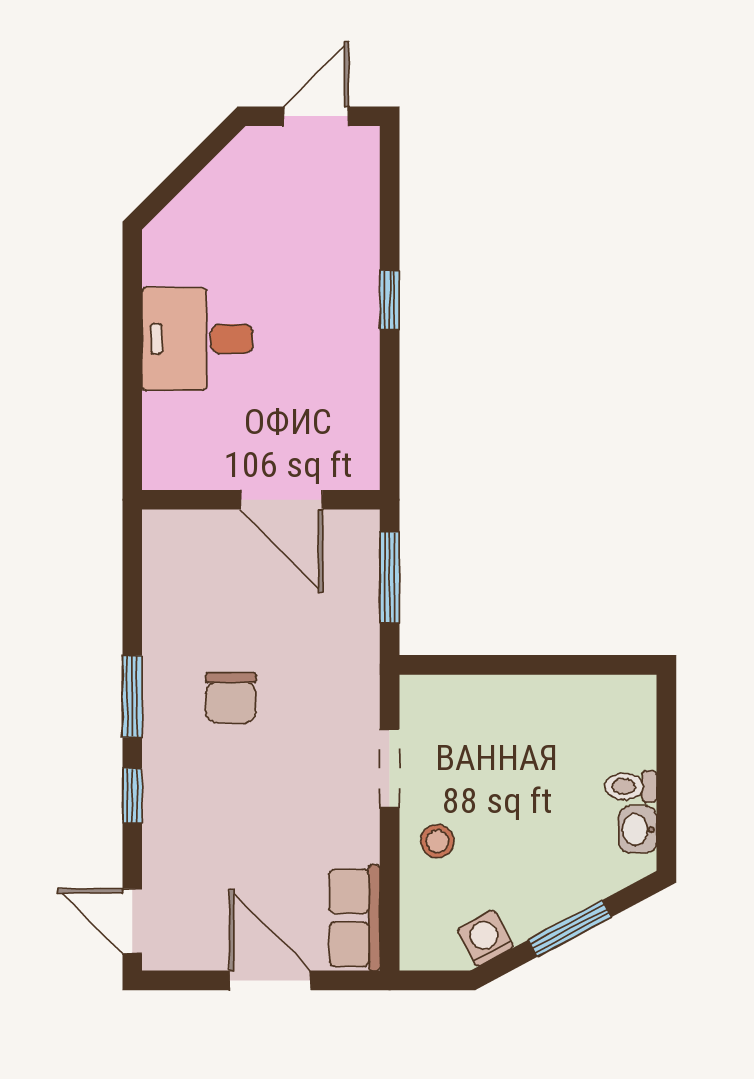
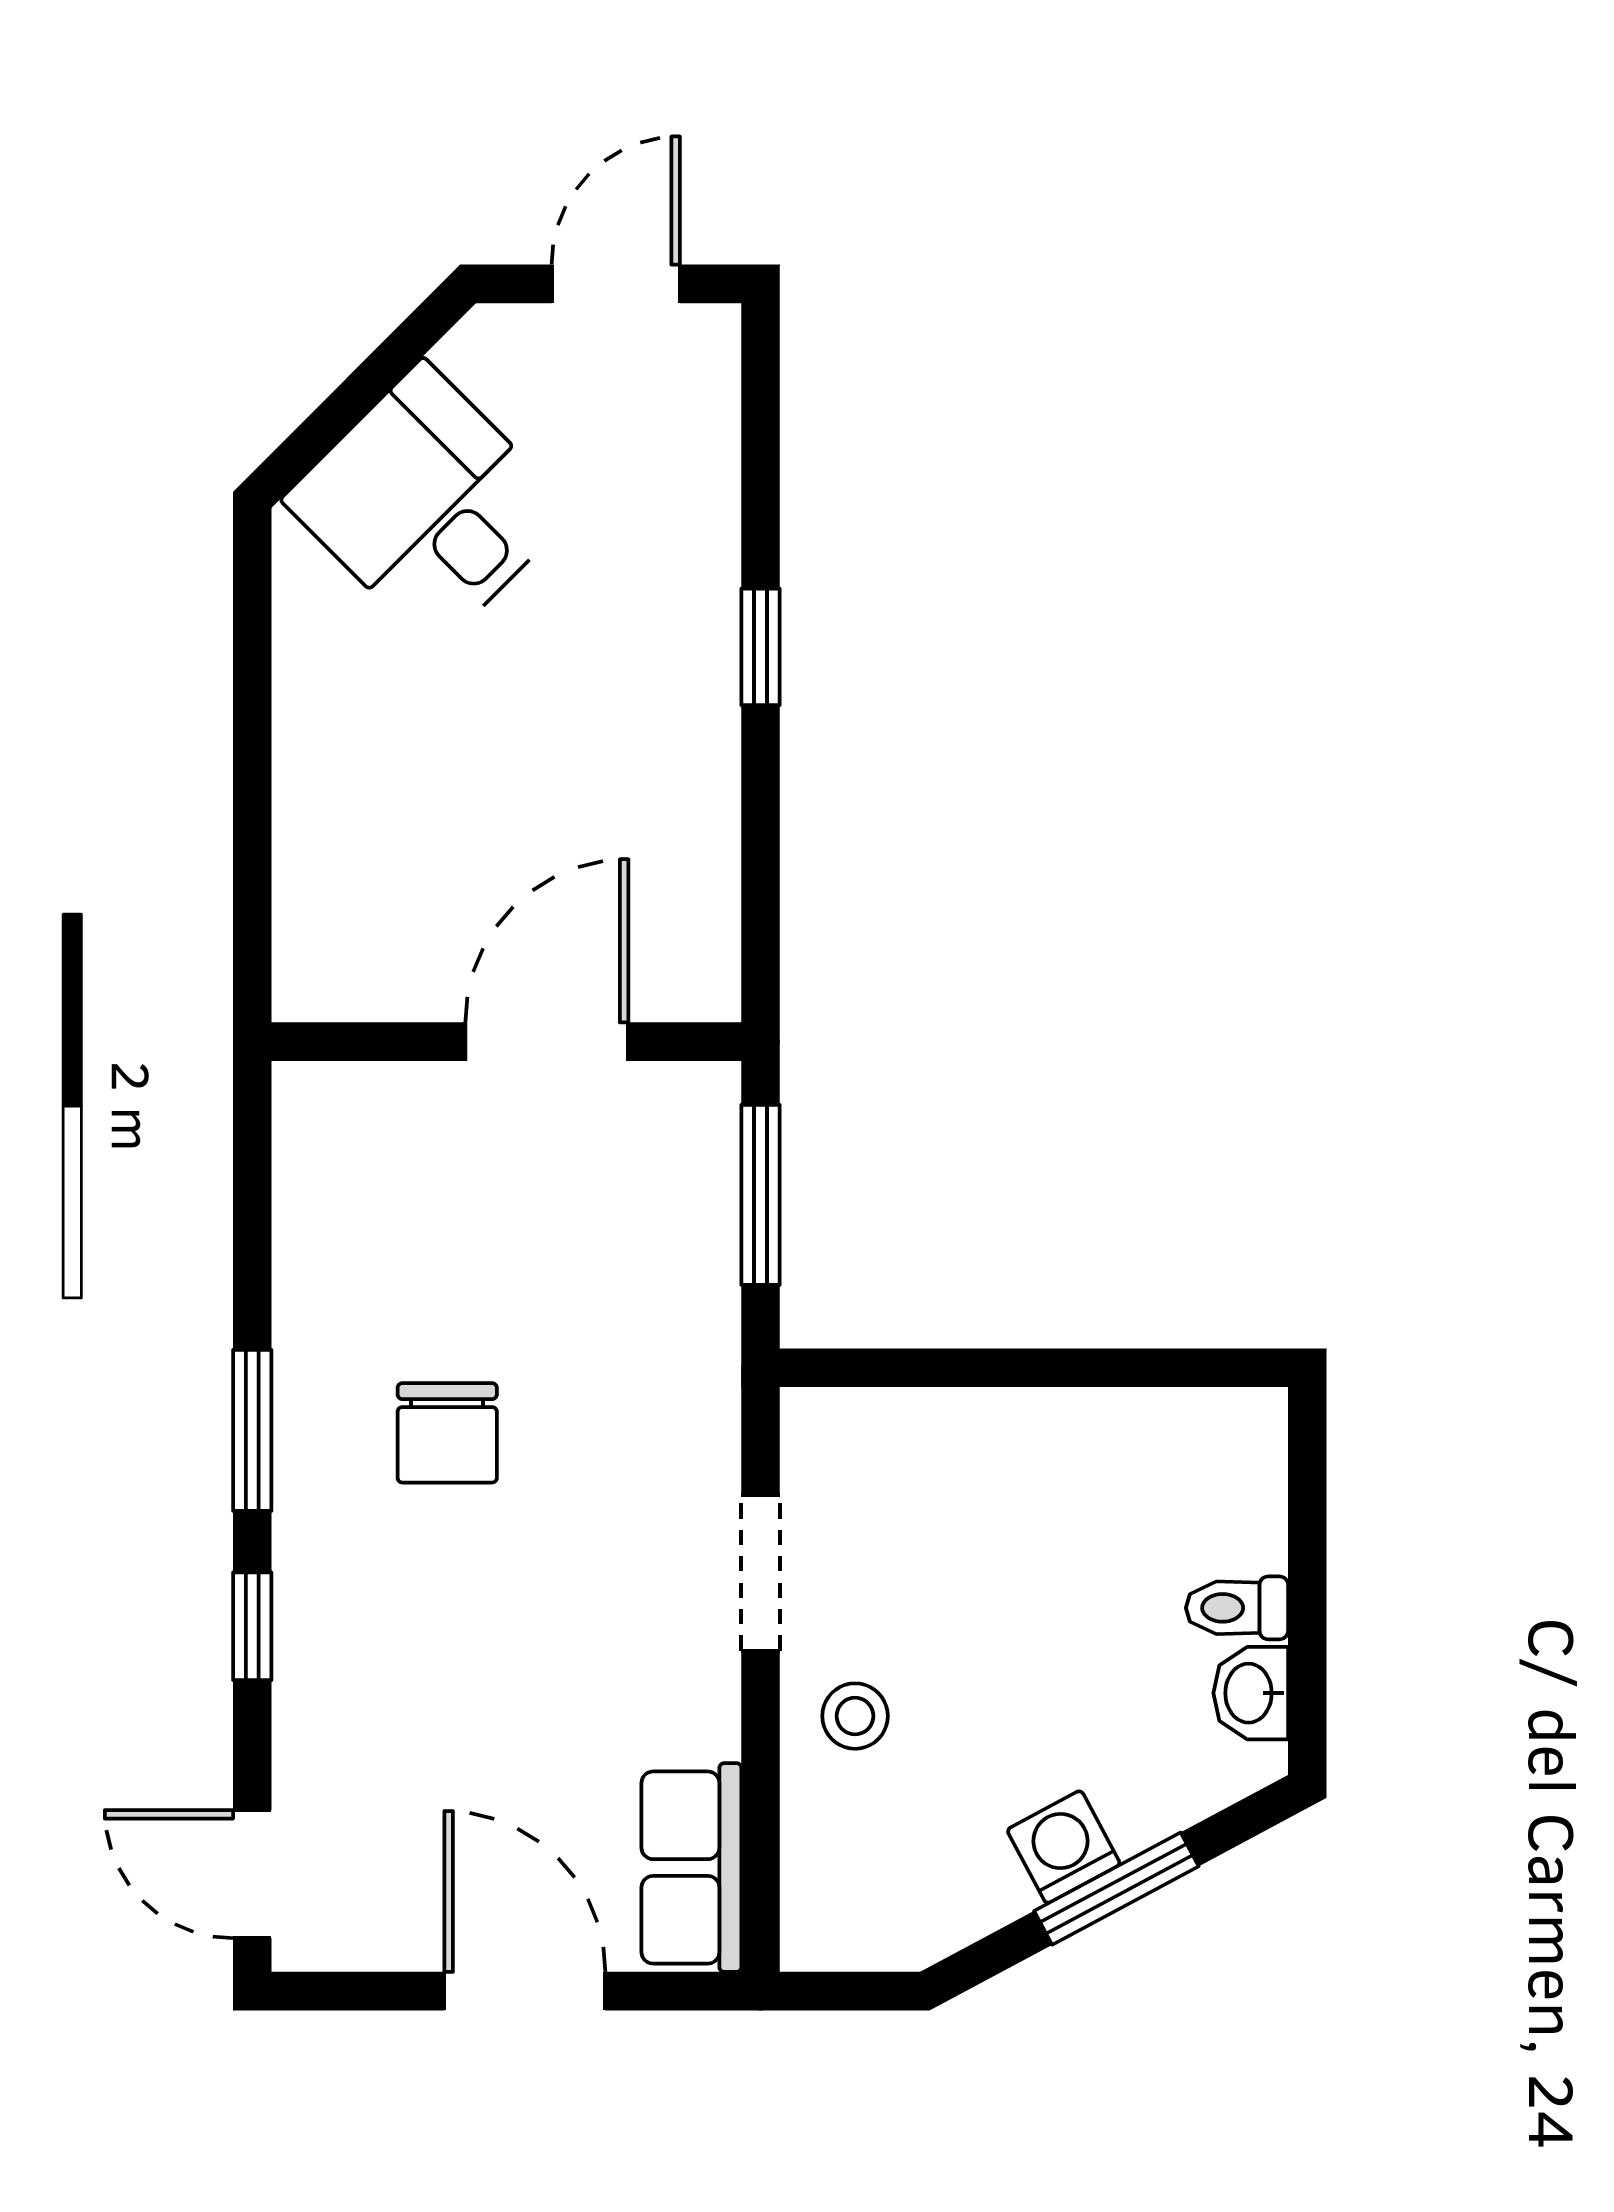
desk: (197, 339) -> (429, 505), moved, turned 45
door: (281, 500) -> (547, 1042), swing flipped
washing machine: (486, 938) -> (1064, 1847), moved

